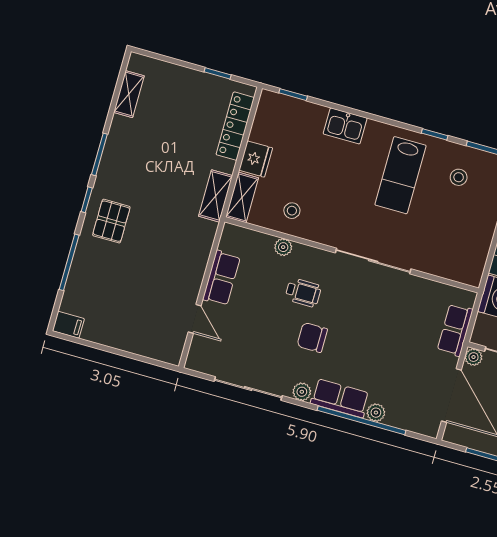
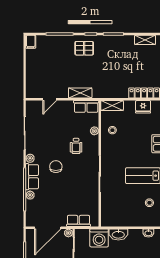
fridge: (256, 159) -> (143, 107), moved
shelving: (216, 196) -> (80, 93), moved
row of seats: (222, 278) -> (86, 106), moved
chair: (312, 337) -> (56, 167), moved

